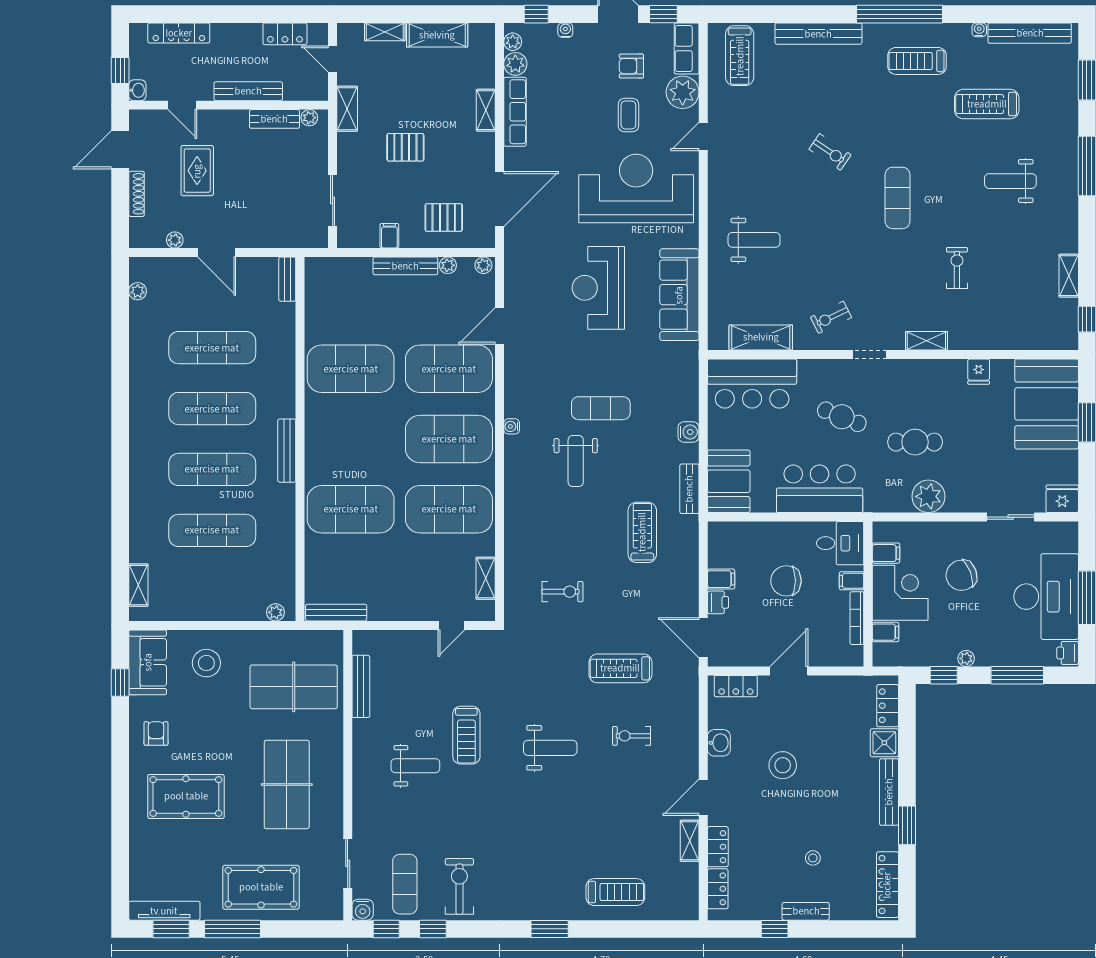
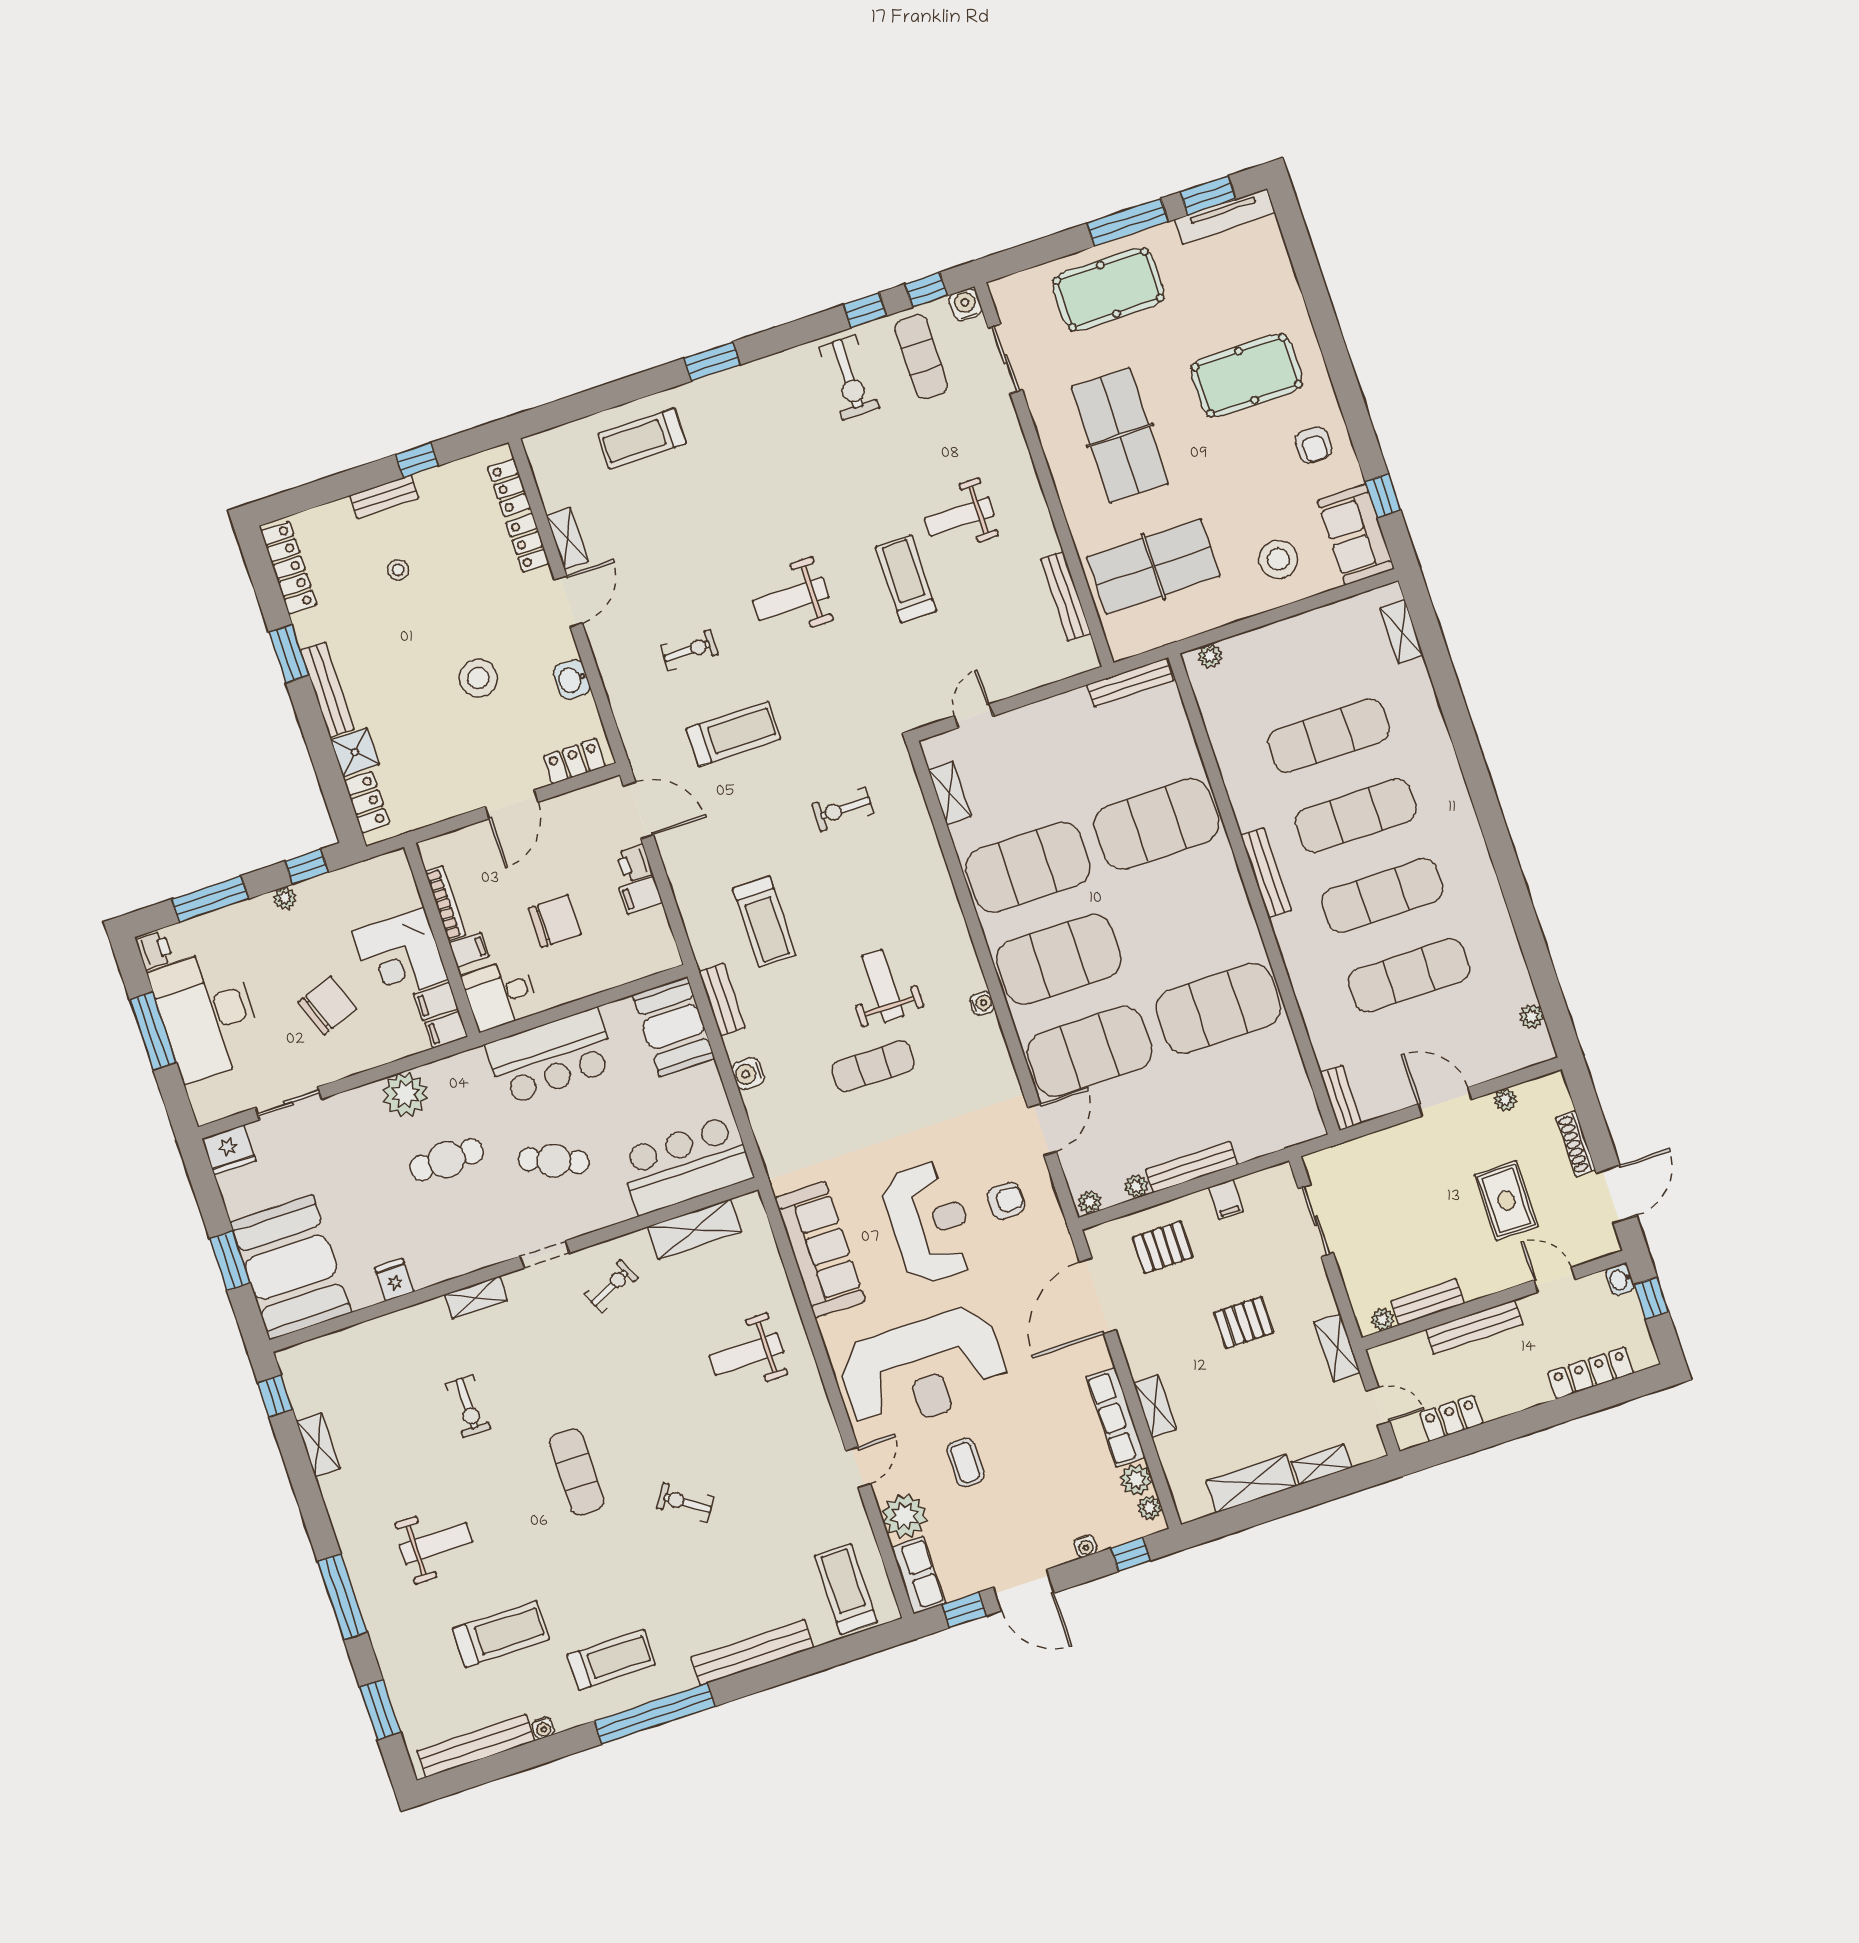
armchair: (631, 66) -> (1006, 1201), moved
filing cabinet: (886, 632) -> (446, 1030), moved

